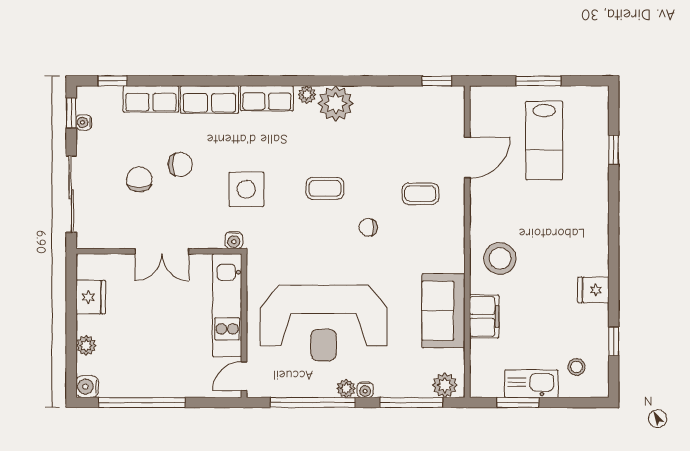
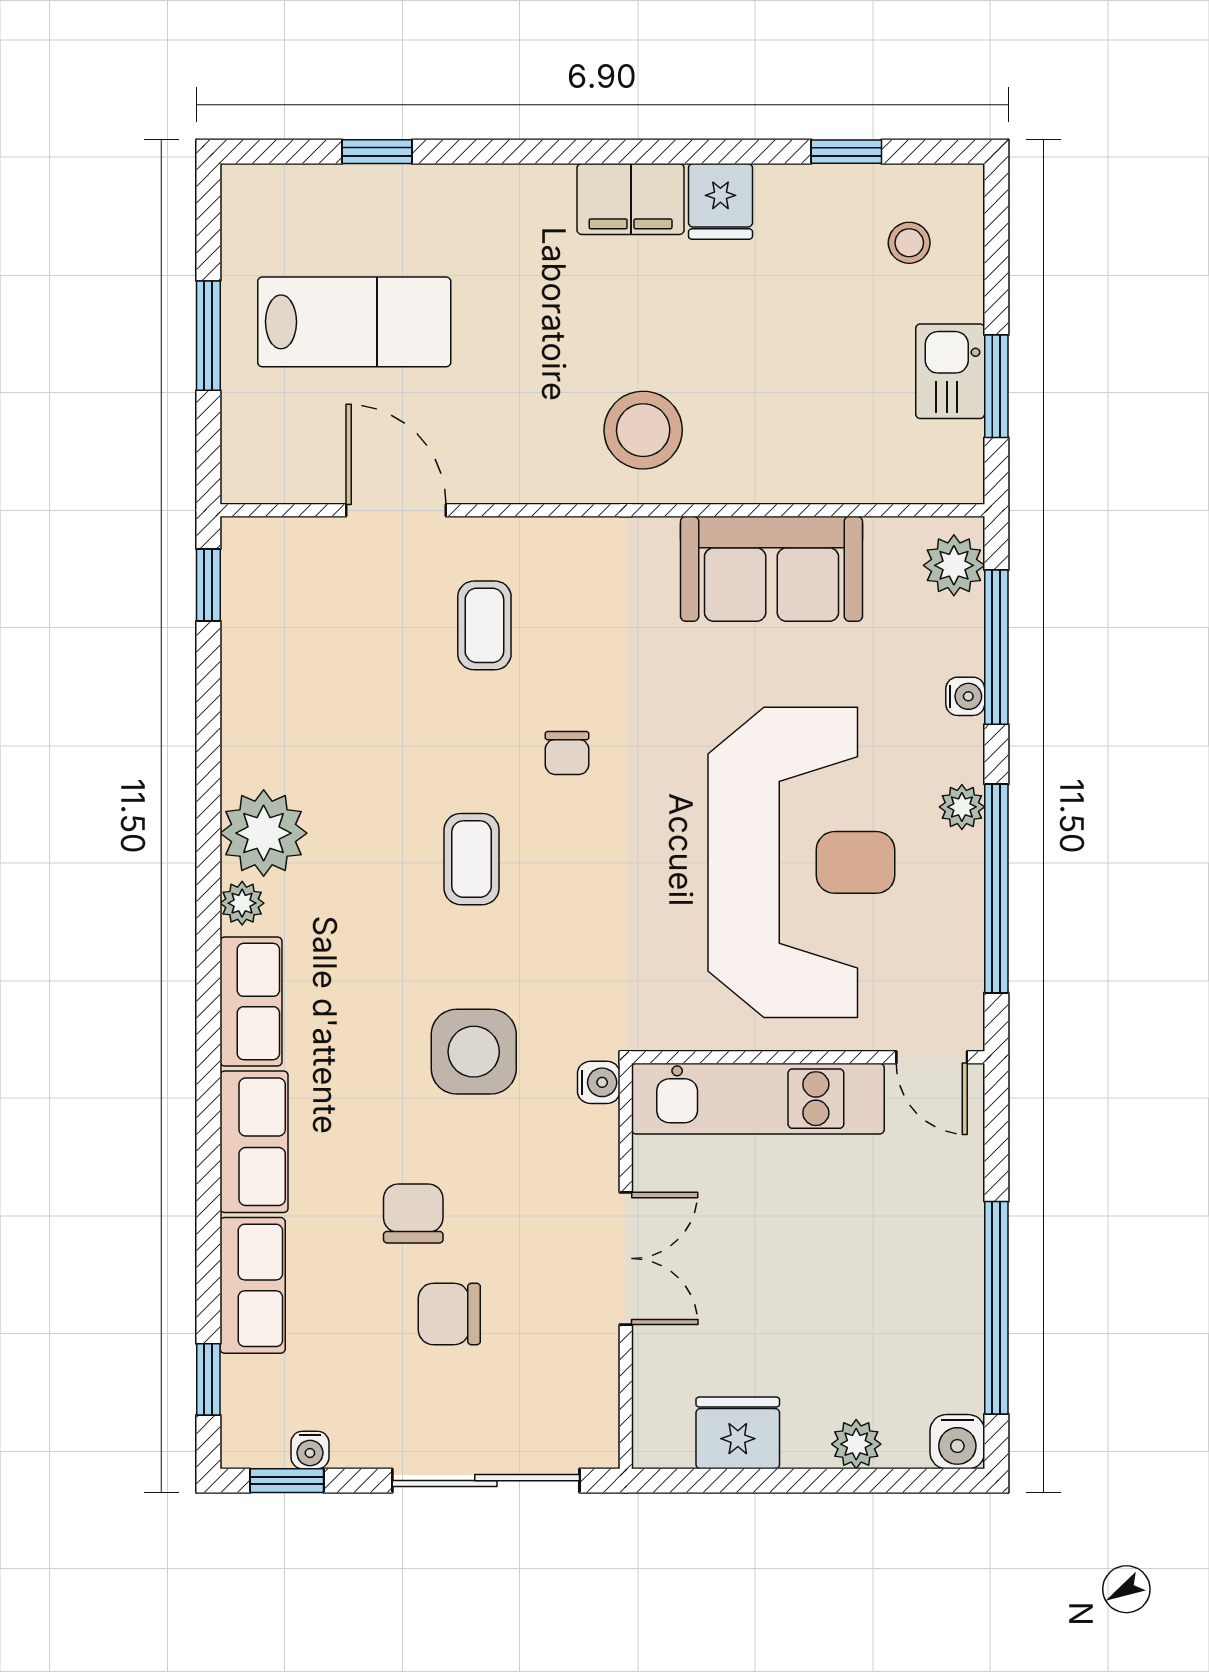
filing cabinet: (484, 316) -> (631, 199), moved, turned 180
kitchen sink: (531, 384) -> (950, 371), width x0.73
water cooler: (365, 390) -> (965, 696), moved

